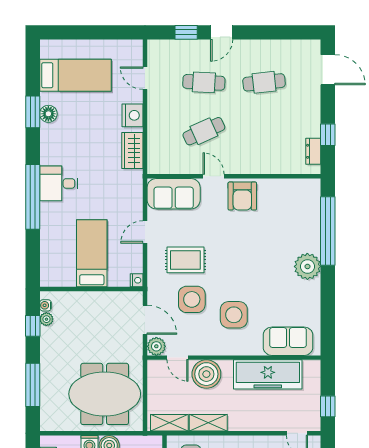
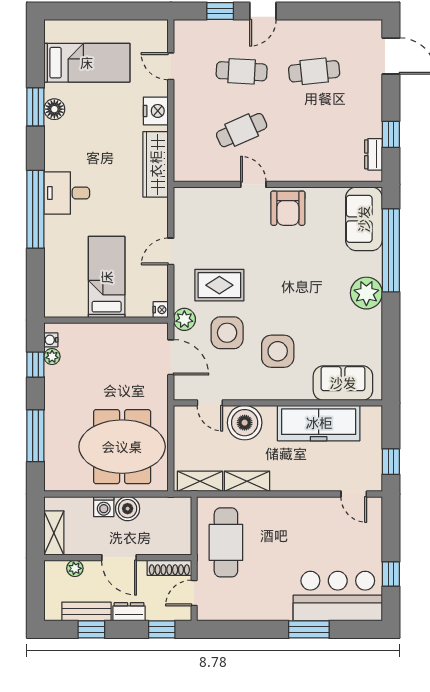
wardrobe: (132, 151) -> (156, 164), width x1.50
sofa: (174, 194) -> (364, 219), moved, turned 90
plant: (156, 346) -> (184, 319), moved

